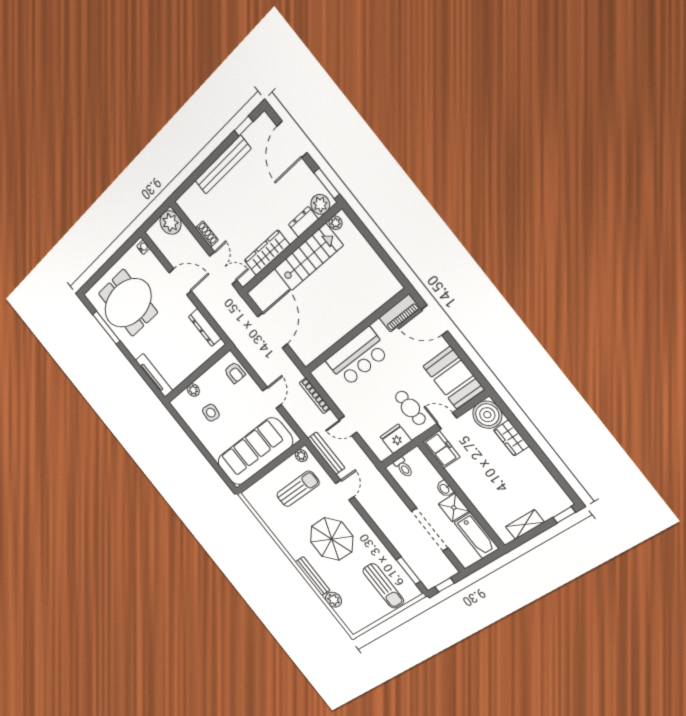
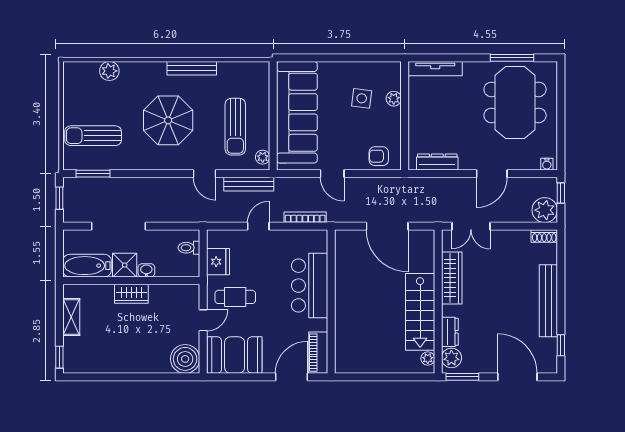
window: (151, 221) -> (561, 193), added
shoe rack: (207, 234) -> (544, 236), moved
wardrobe: (511, 438) -> (131, 294), moved, turned 180
freezer: (441, 449) -> (182, 295), removed
bench: (312, 576) -> (192, 68), moved

